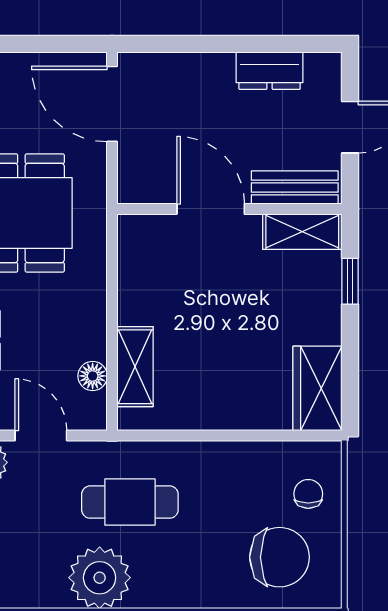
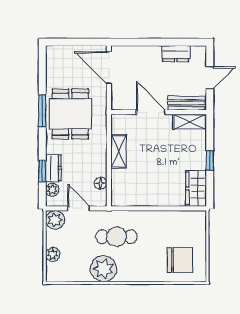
window: (350, 281) -> (210, 161), moved
shelving: (135, 367) -> (119, 151), moved
chair: (308, 494) -> (192, 233), removed

